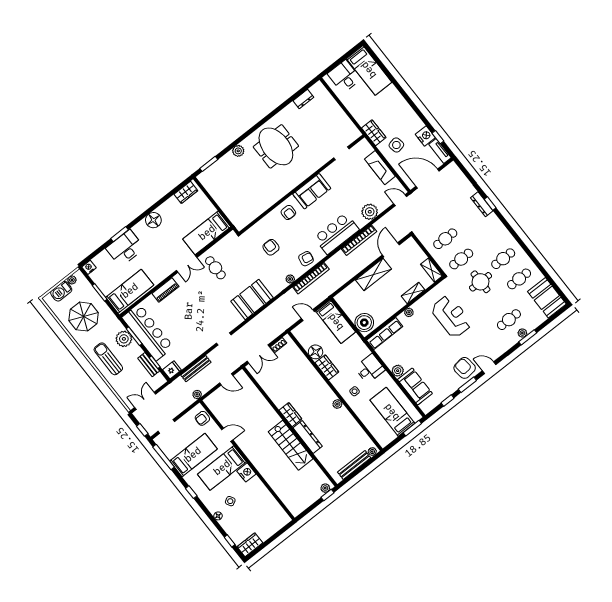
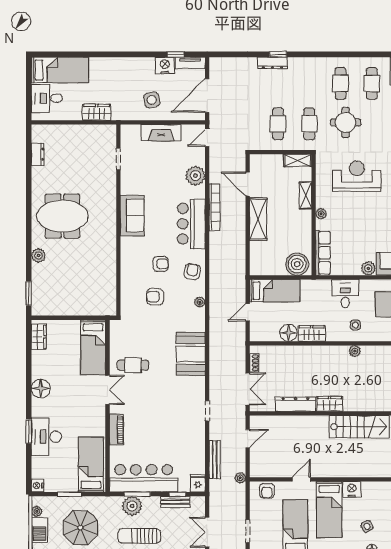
wardrobe: (374, 133) -> (97, 112), moved
armchair: (288, 212) -> (161, 264), moved
bookcase: (311, 278) -> (215, 282), removed
dresser: (308, 437) -> (295, 404), moved

